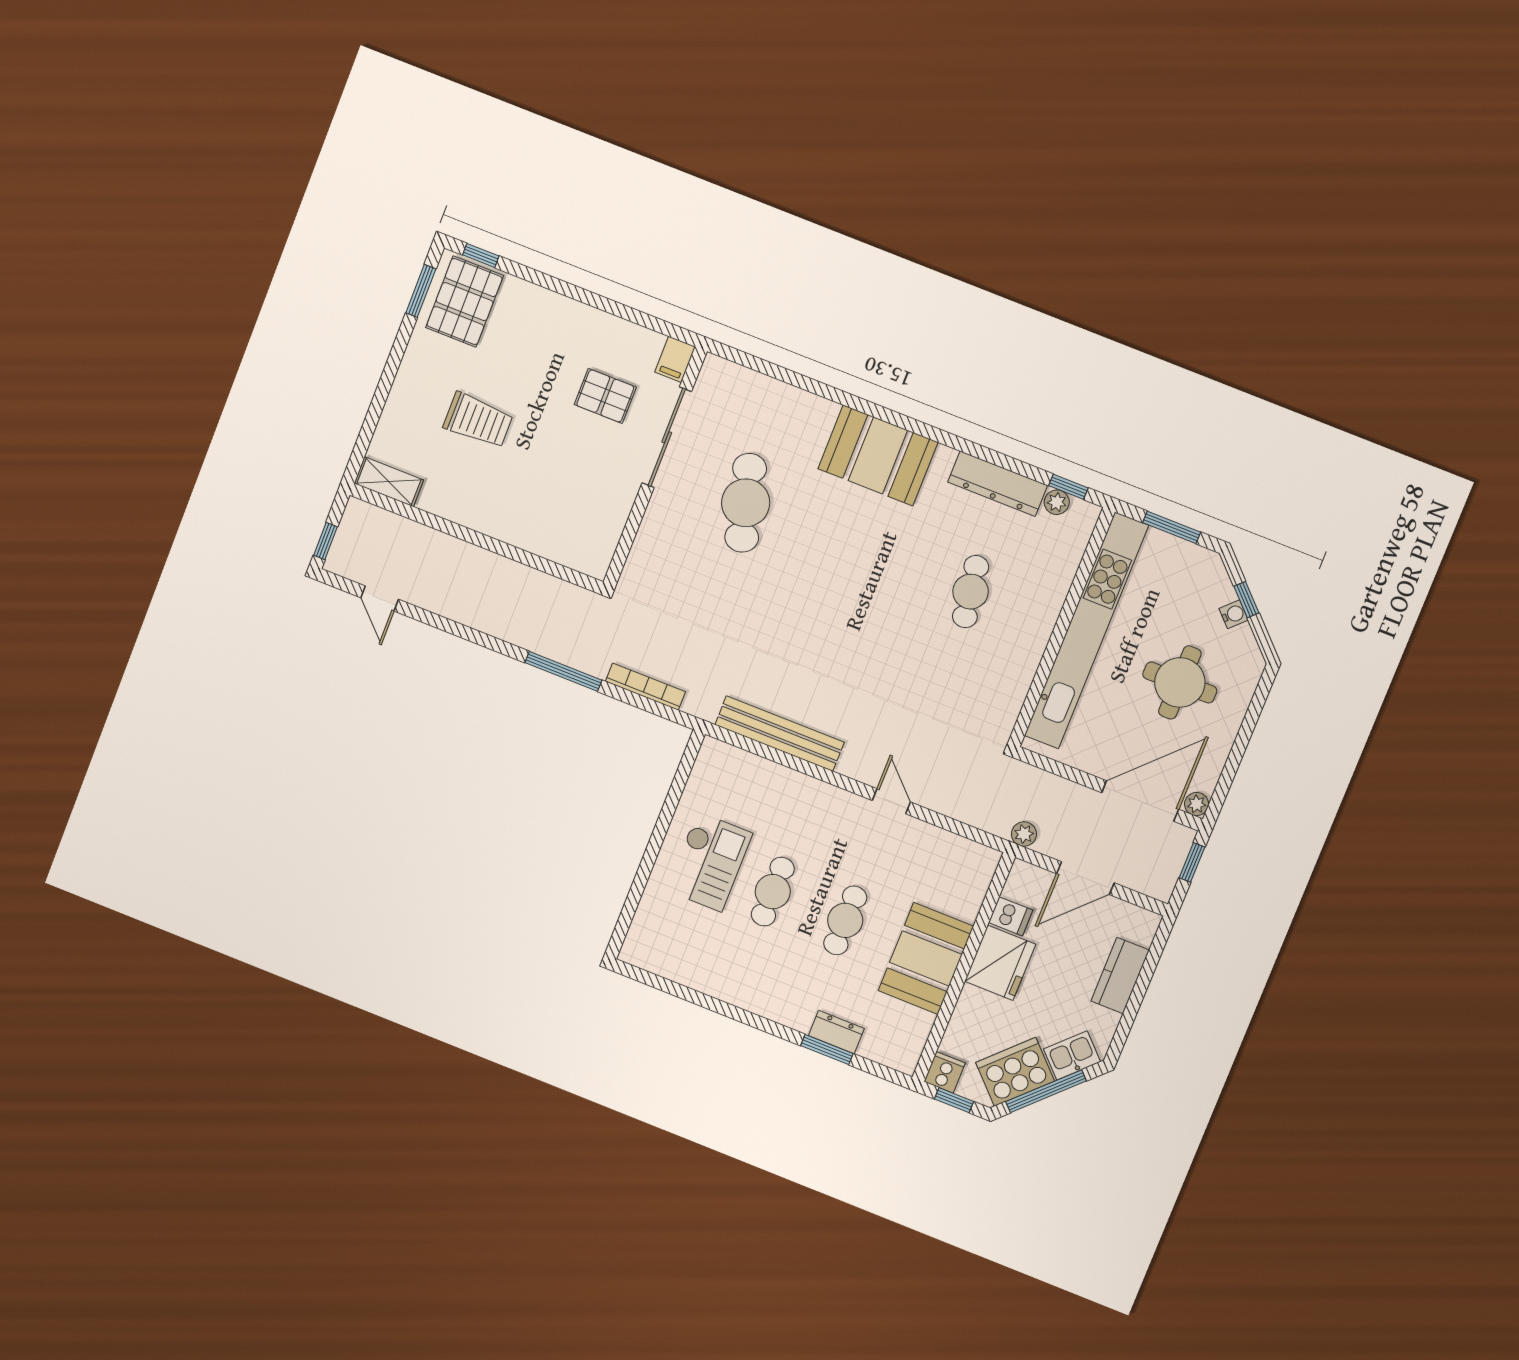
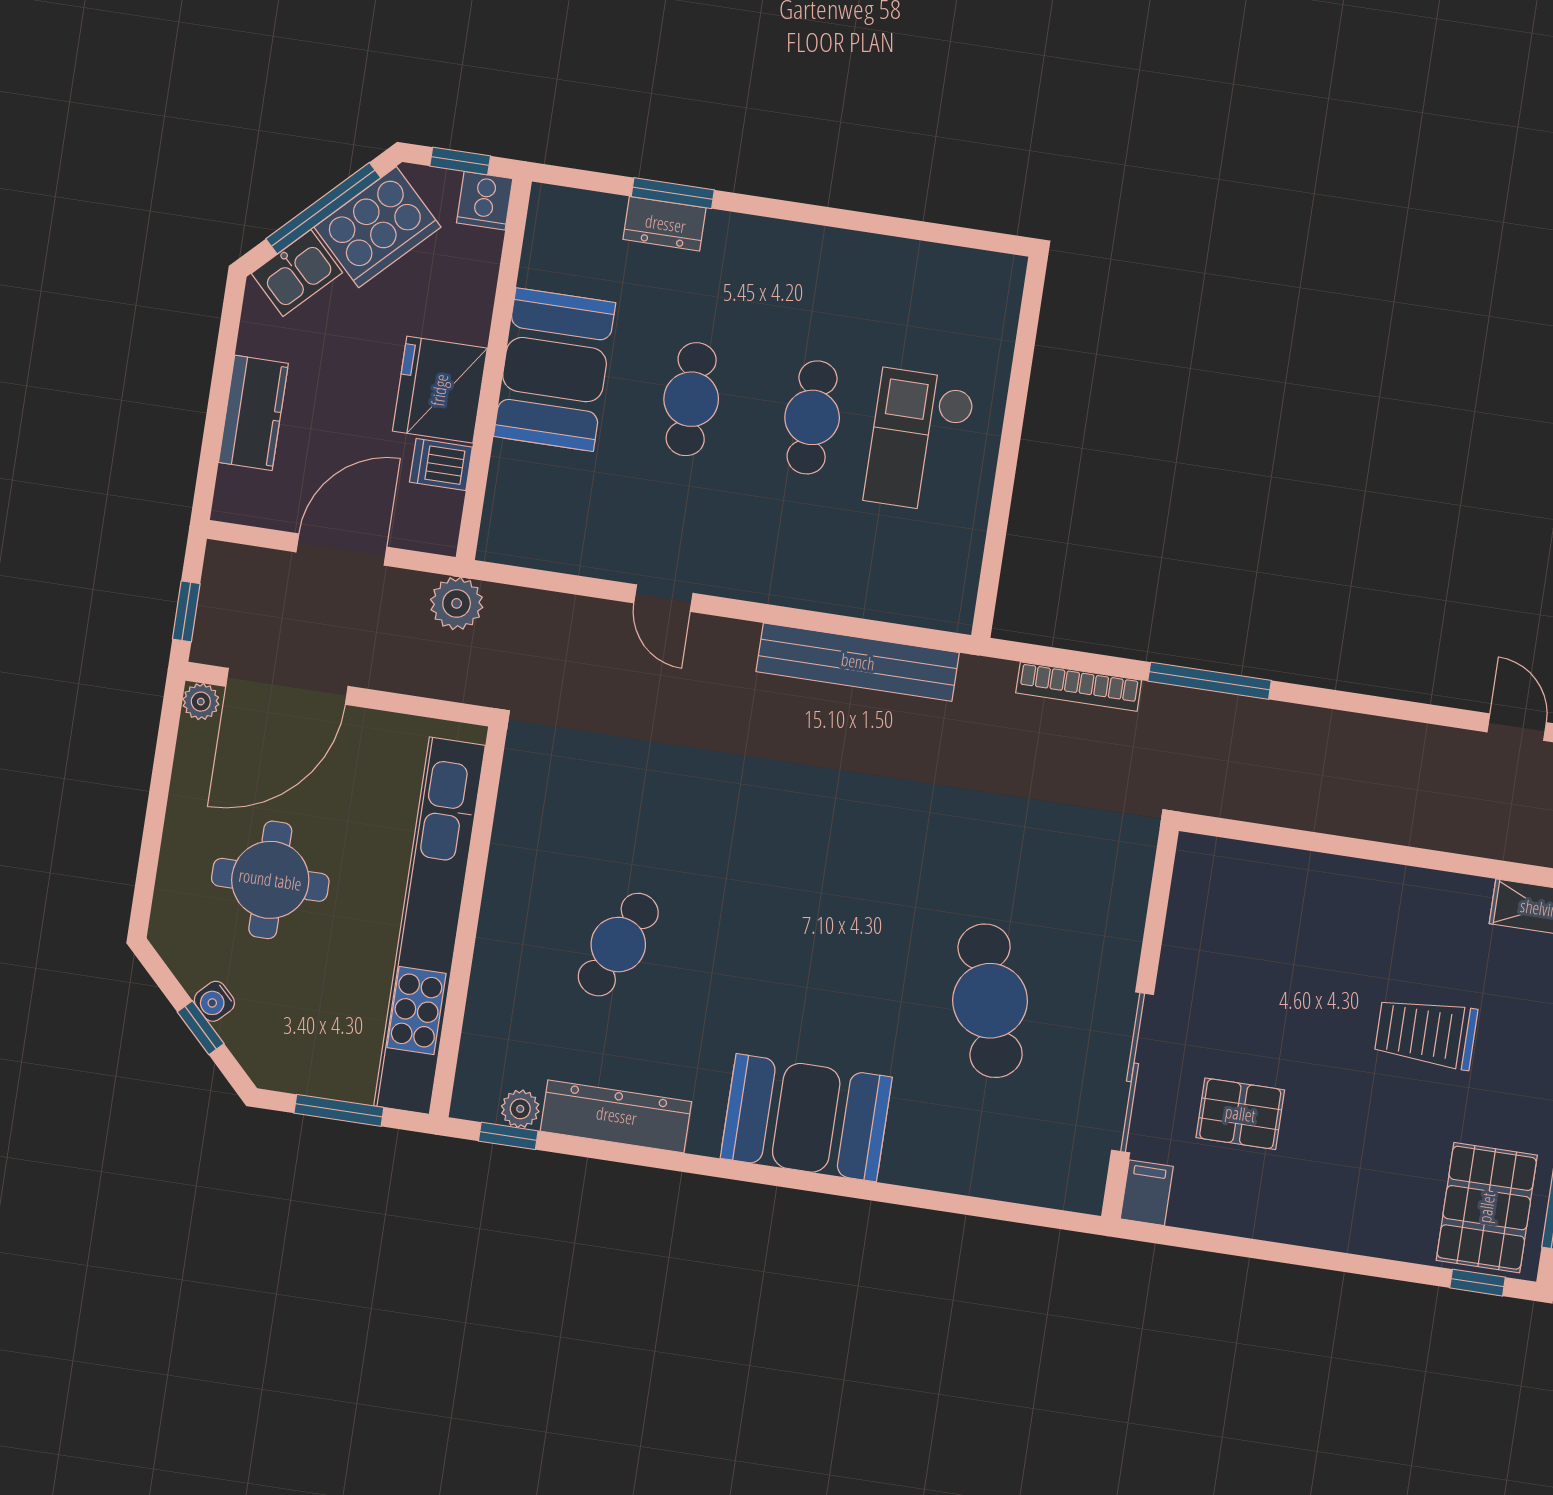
cafe table: (971, 592) -> (618, 945), turned 33
plant: (1024, 834) -> (457, 603), width x1.38, depth x1.38

